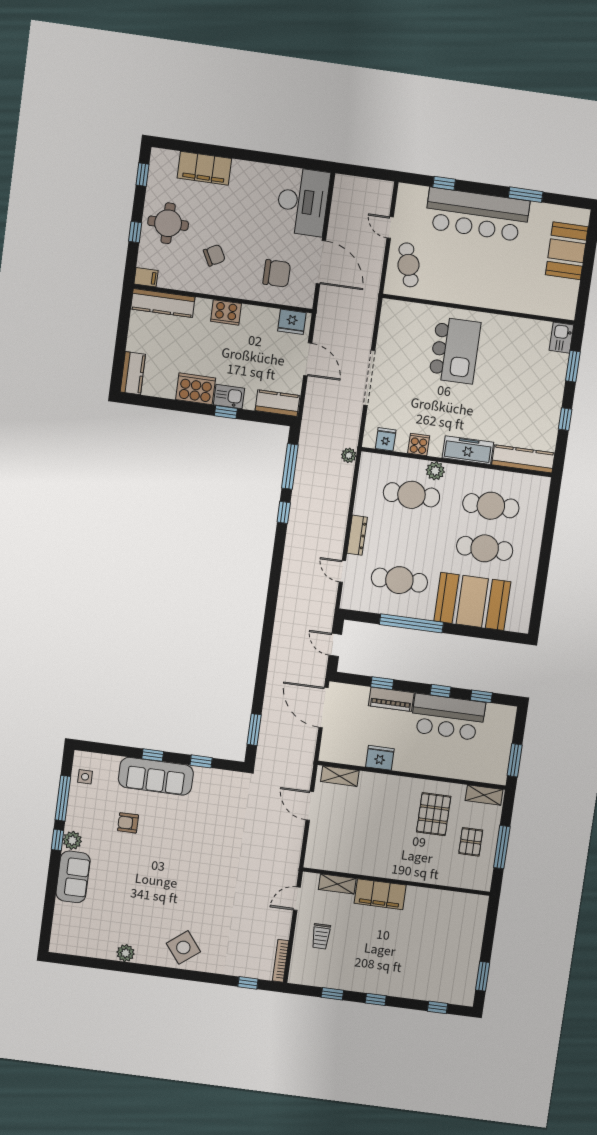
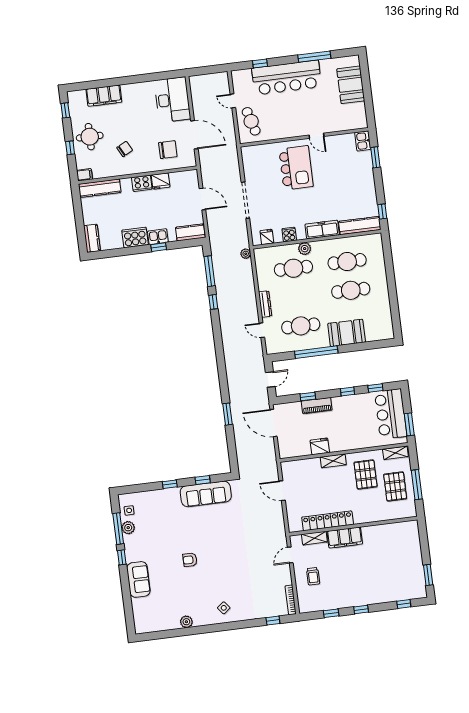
window: (526, 195) -> (314, 57), width x1.44
door: (497, 312) -> (316, 136), added
fridge: (292, 322) -> (161, 181), moved
window: (565, 419) -> (382, 212), moved
booth: (472, 601) -> (347, 333), width x0.73, depth x0.70
door: (335, 645) -> (270, 380), swing flipped
bar counter: (448, 717) -> (391, 414), moved, turned 90
window: (254, 730) -> (227, 414), moved
sofa: (156, 776) -> (206, 494), moved
shelving: (340, 776) -> (333, 461), moved
armchair: (128, 823) -> (190, 560), moved
plant: (72, 840) -> (128, 528), moved
pallet: (471, 842) -> (395, 486), width x1.50, depth x1.42
locker: (362, 865) -> (328, 521), added
side table: (183, 947) -> (224, 608), width x0.54, depth x0.54

